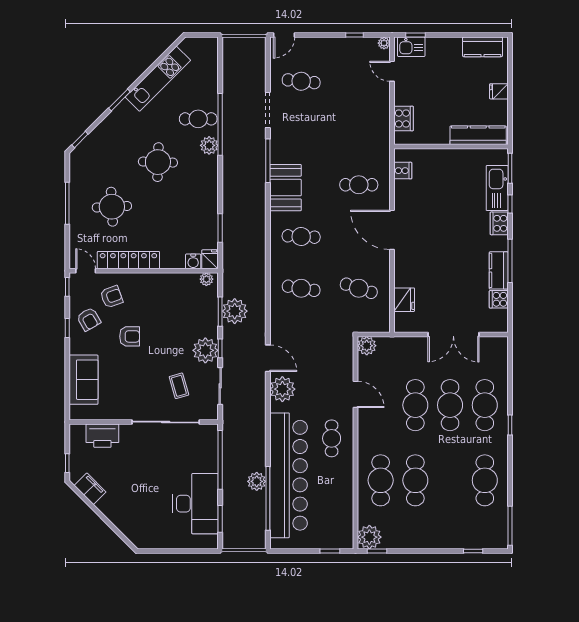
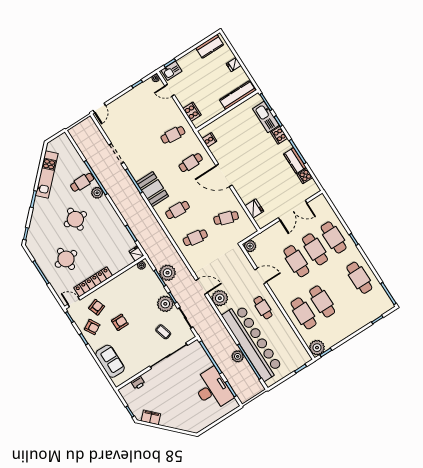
cafe table: (301, 81) -> (173, 135), moved
water cooler: (193, 261) -> (128, 260), removed
printer: (102, 436) -> (138, 383), width x0.53, depth x0.68

